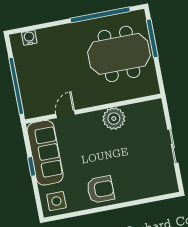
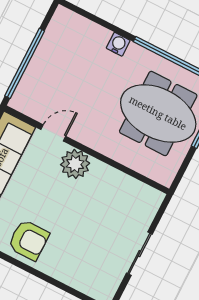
water cooler: (29, 38) -> (118, 44), moved
plant: (114, 119) -> (75, 164), moved

